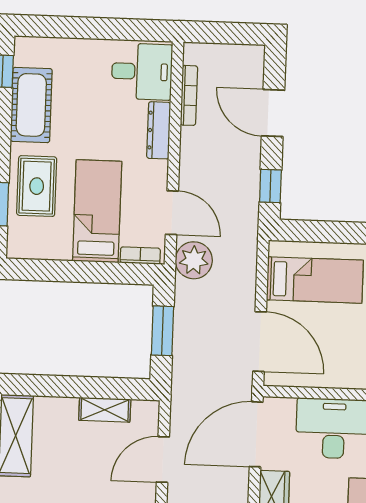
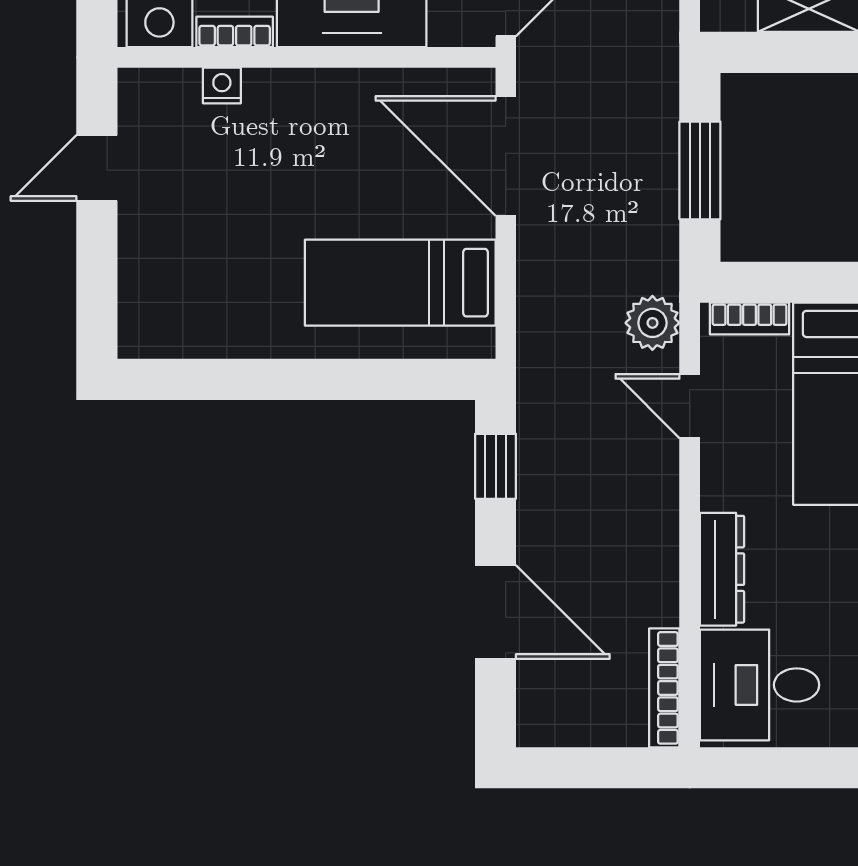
bookcase: (189, 95) -> (664, 688), moved
door: (172, 213) -> (690, 406), width x0.73
plant: (194, 260) -> (652, 323), width x0.73, depth x0.73

